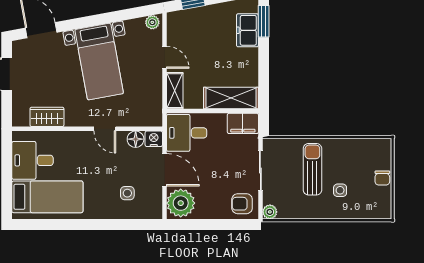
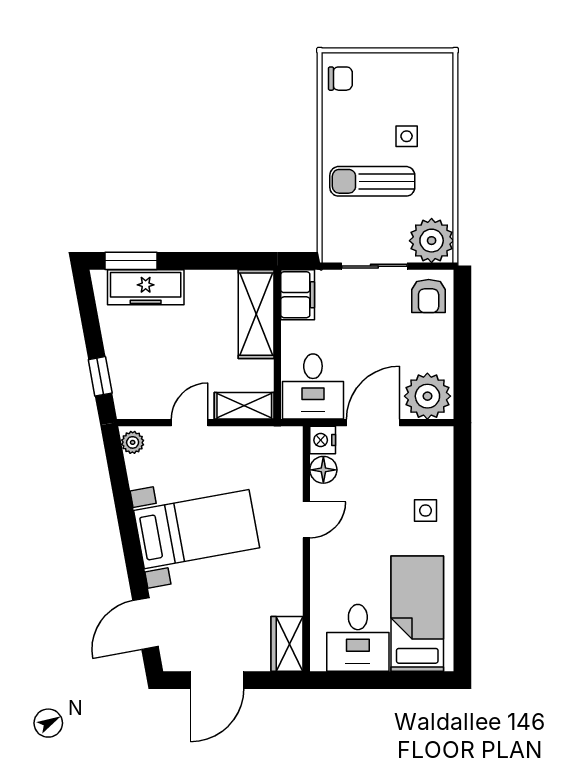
freezer: (247, 30) -> (146, 287), width x1.40
wardrobe: (47, 117) -> (287, 644), moved
chair: (382, 178) -> (340, 79), moved
side table: (127, 193) -> (425, 511), moved
plant: (270, 212) -> (432, 241), width x1.87, depth x1.87

